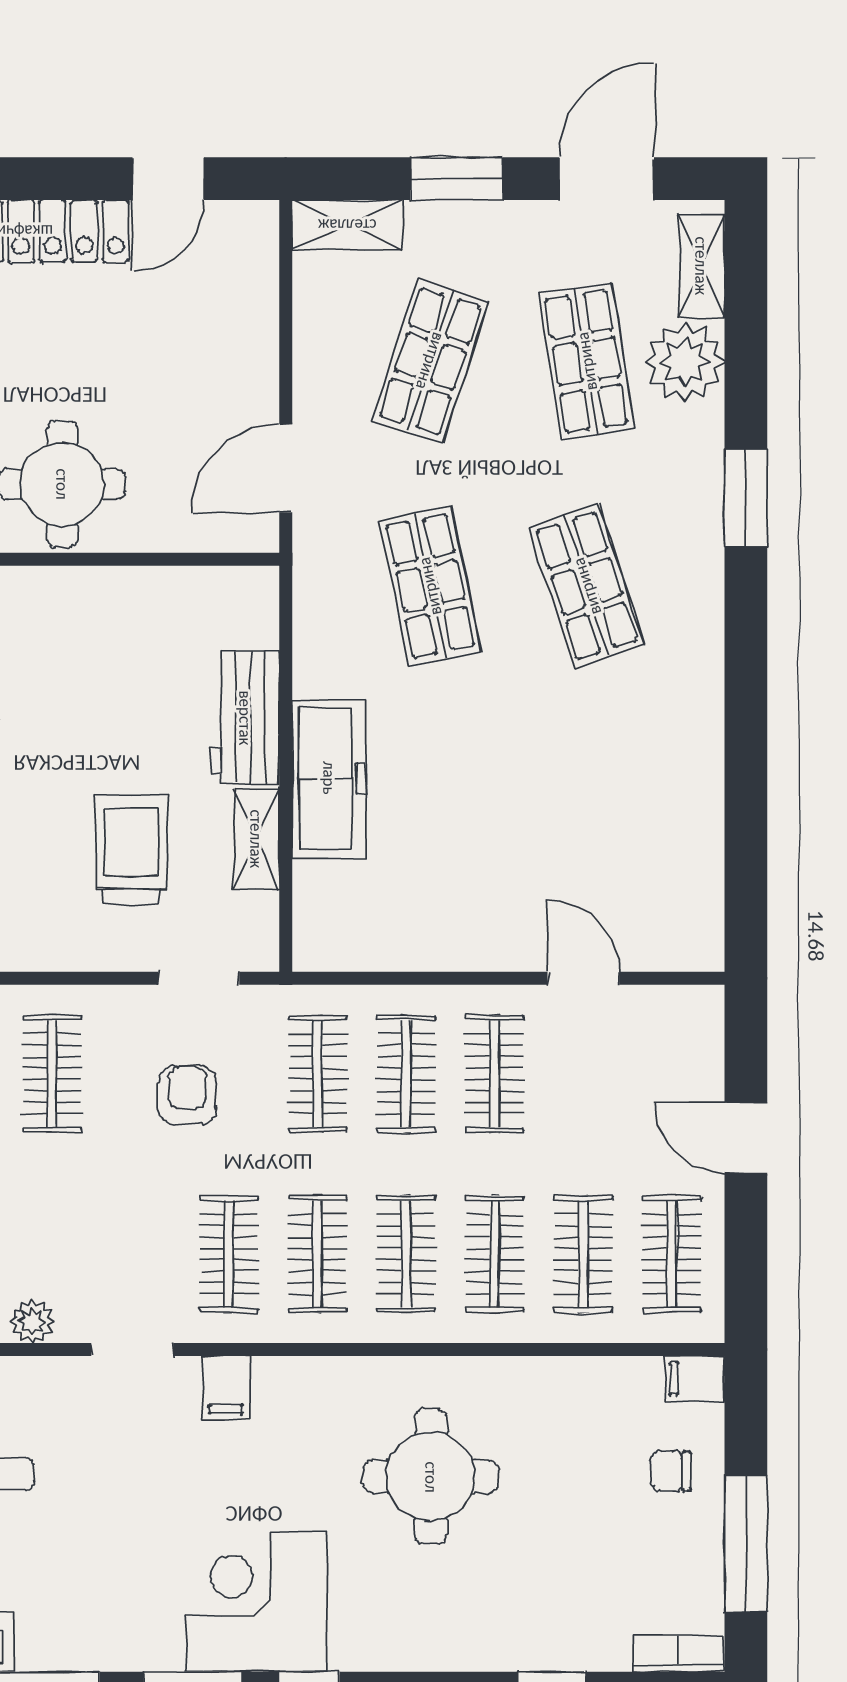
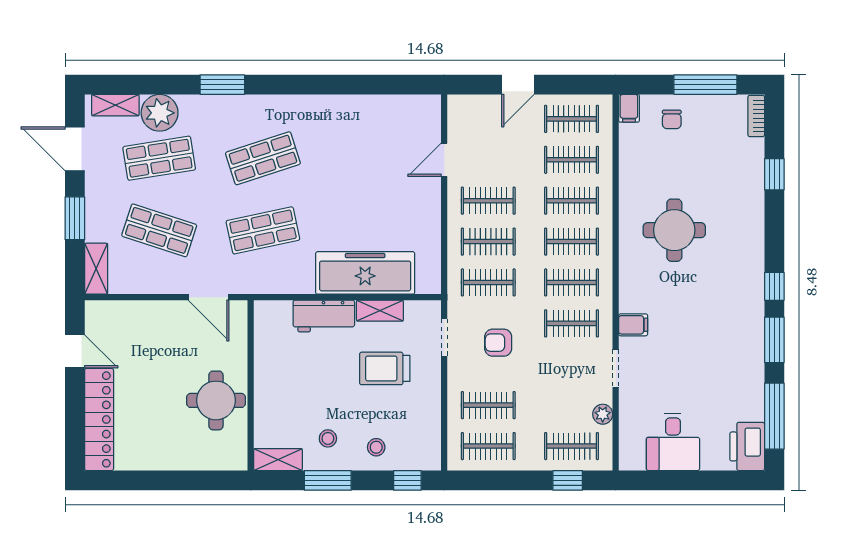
freezer: (329, 778) -> (365, 273), width x1.36, depth x1.26
corner desk: (257, 1602) -> (732, 311), removed

